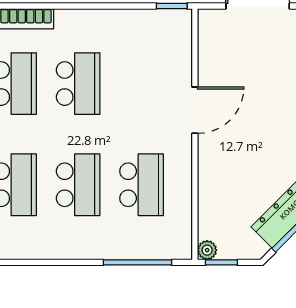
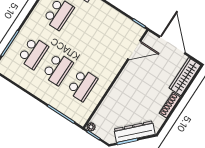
school desk: (78, 84) -> (83, 30), removed
door: (195, 110) -> (134, 50), moved

